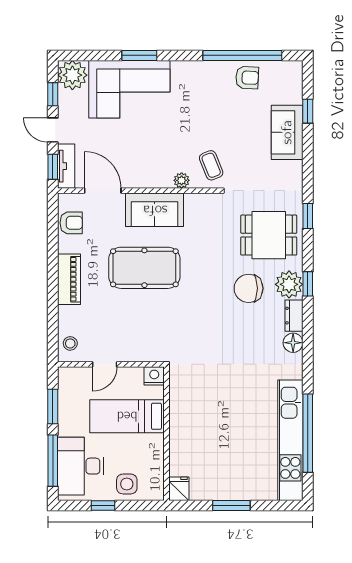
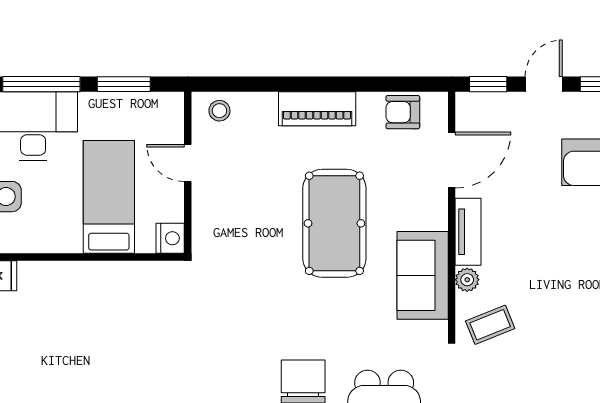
tv unit: (66, 166) -> (468, 232), moved, turned -90
sofa: (155, 210) -> (423, 275), moved
armchair: (71, 223) -> (403, 112), turned 90

